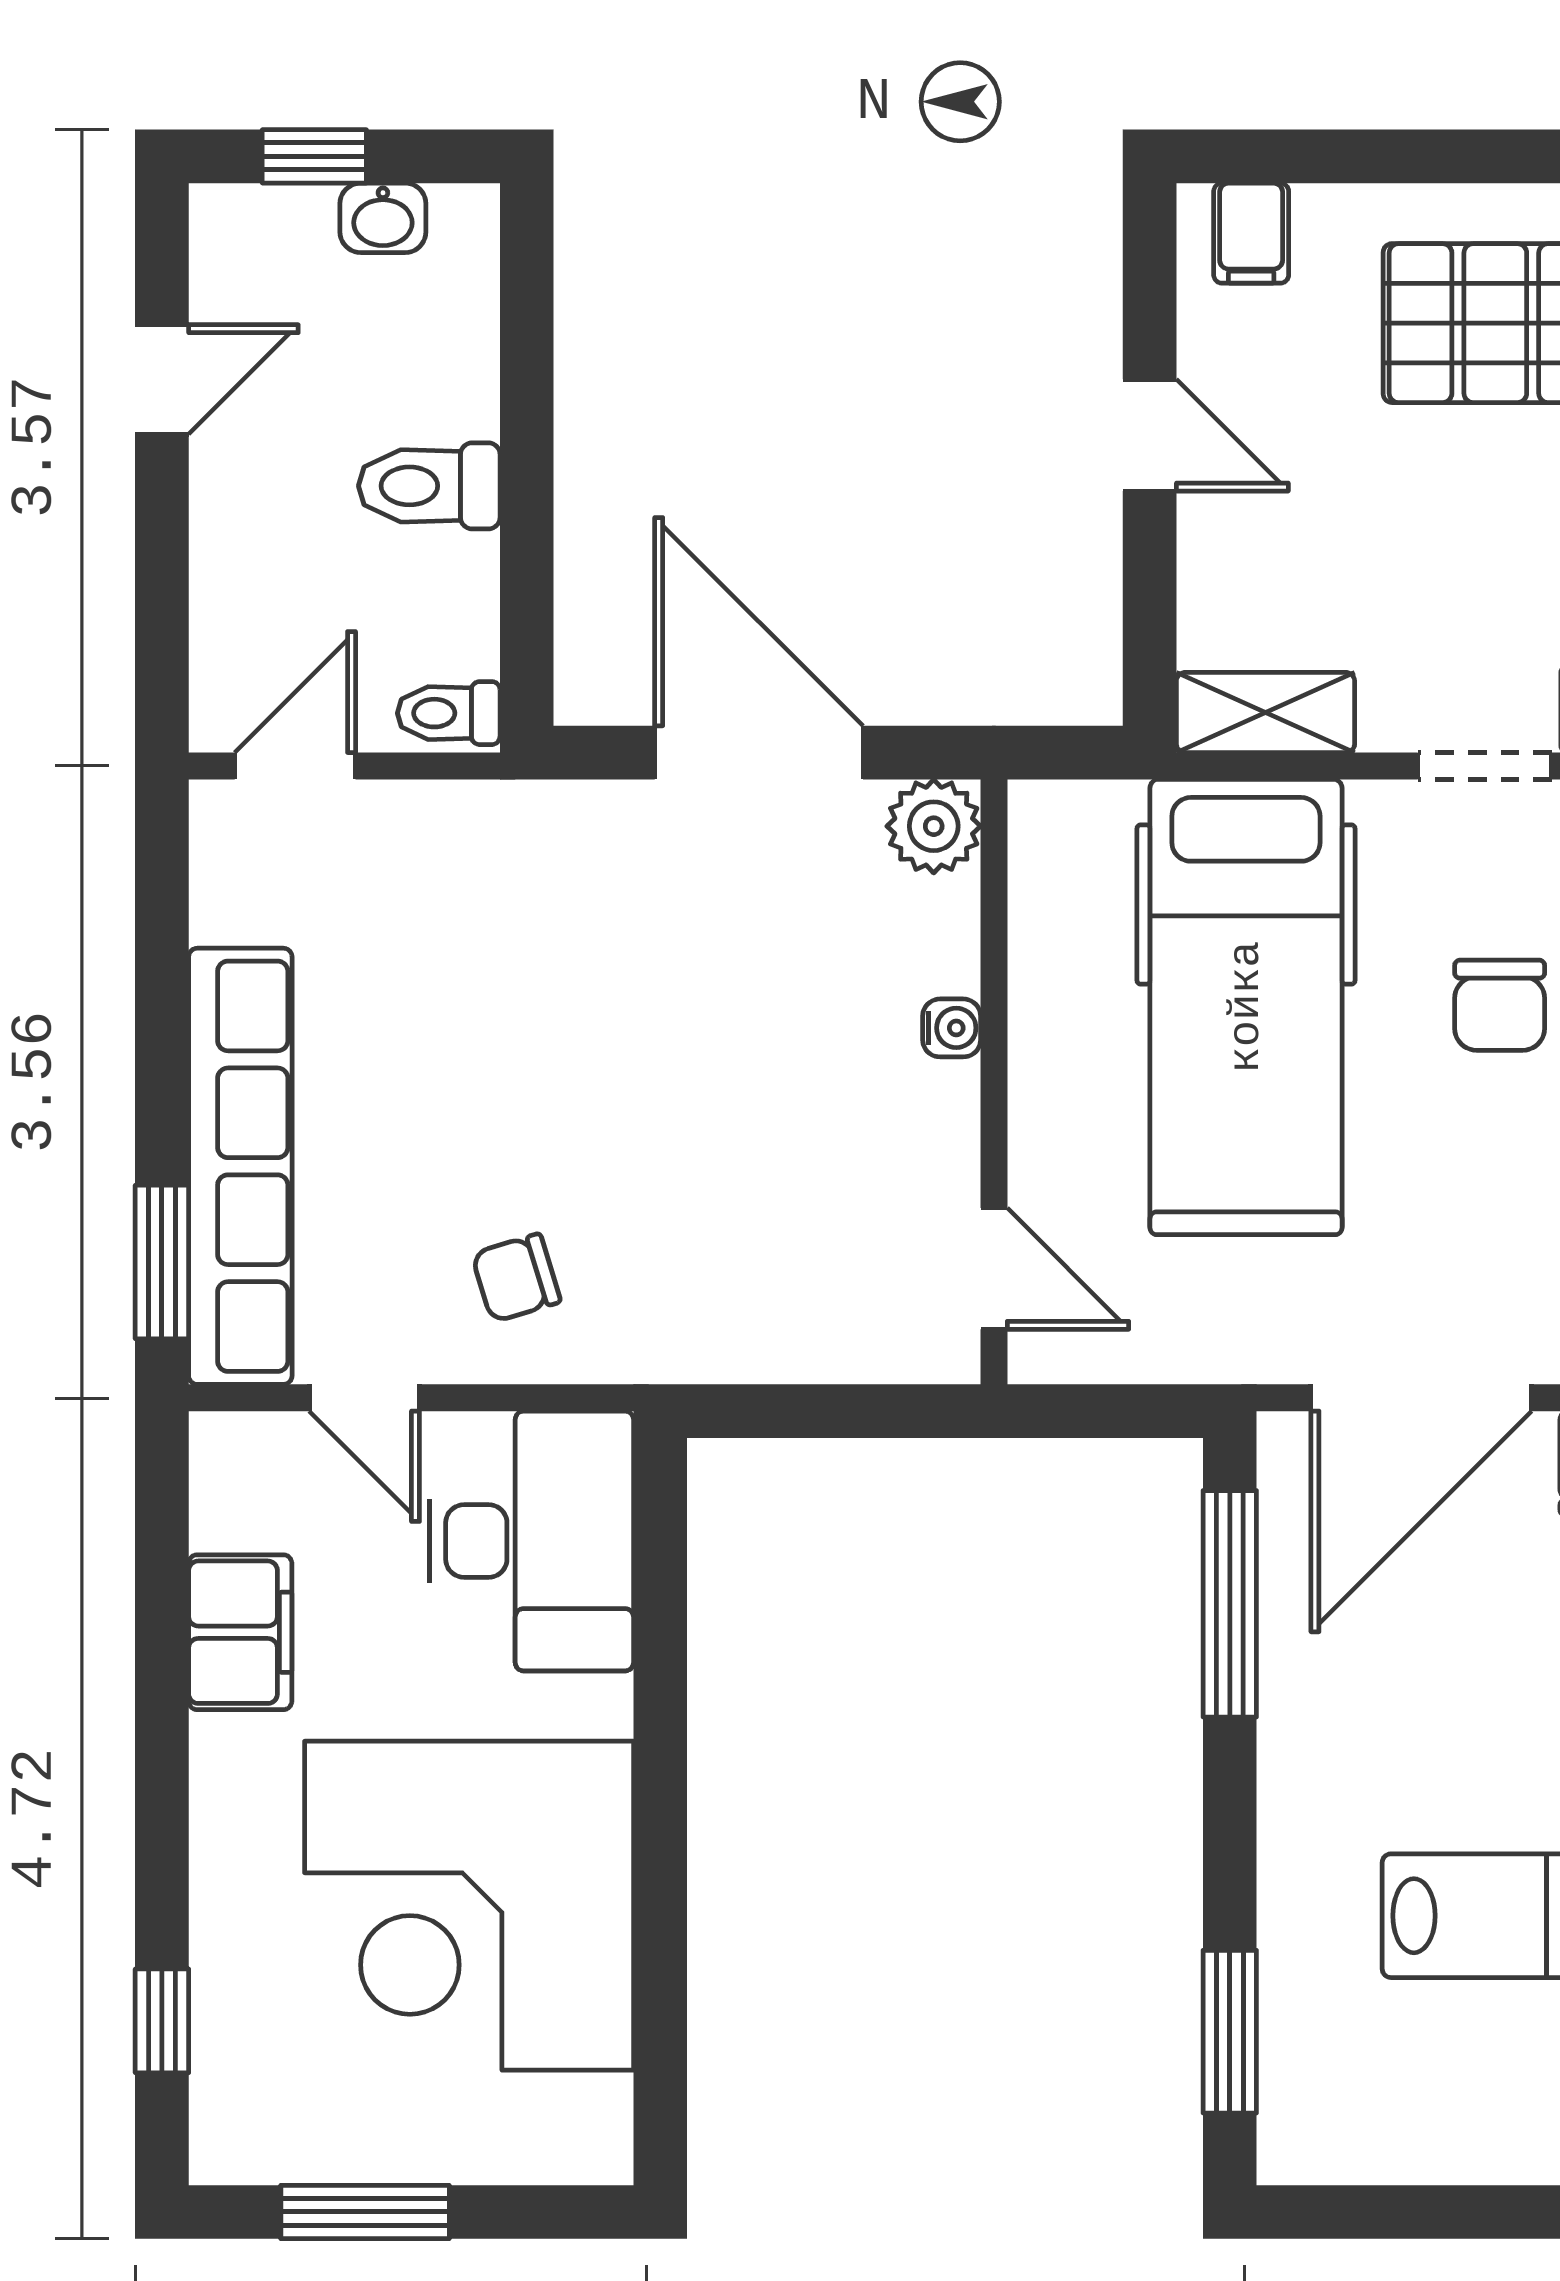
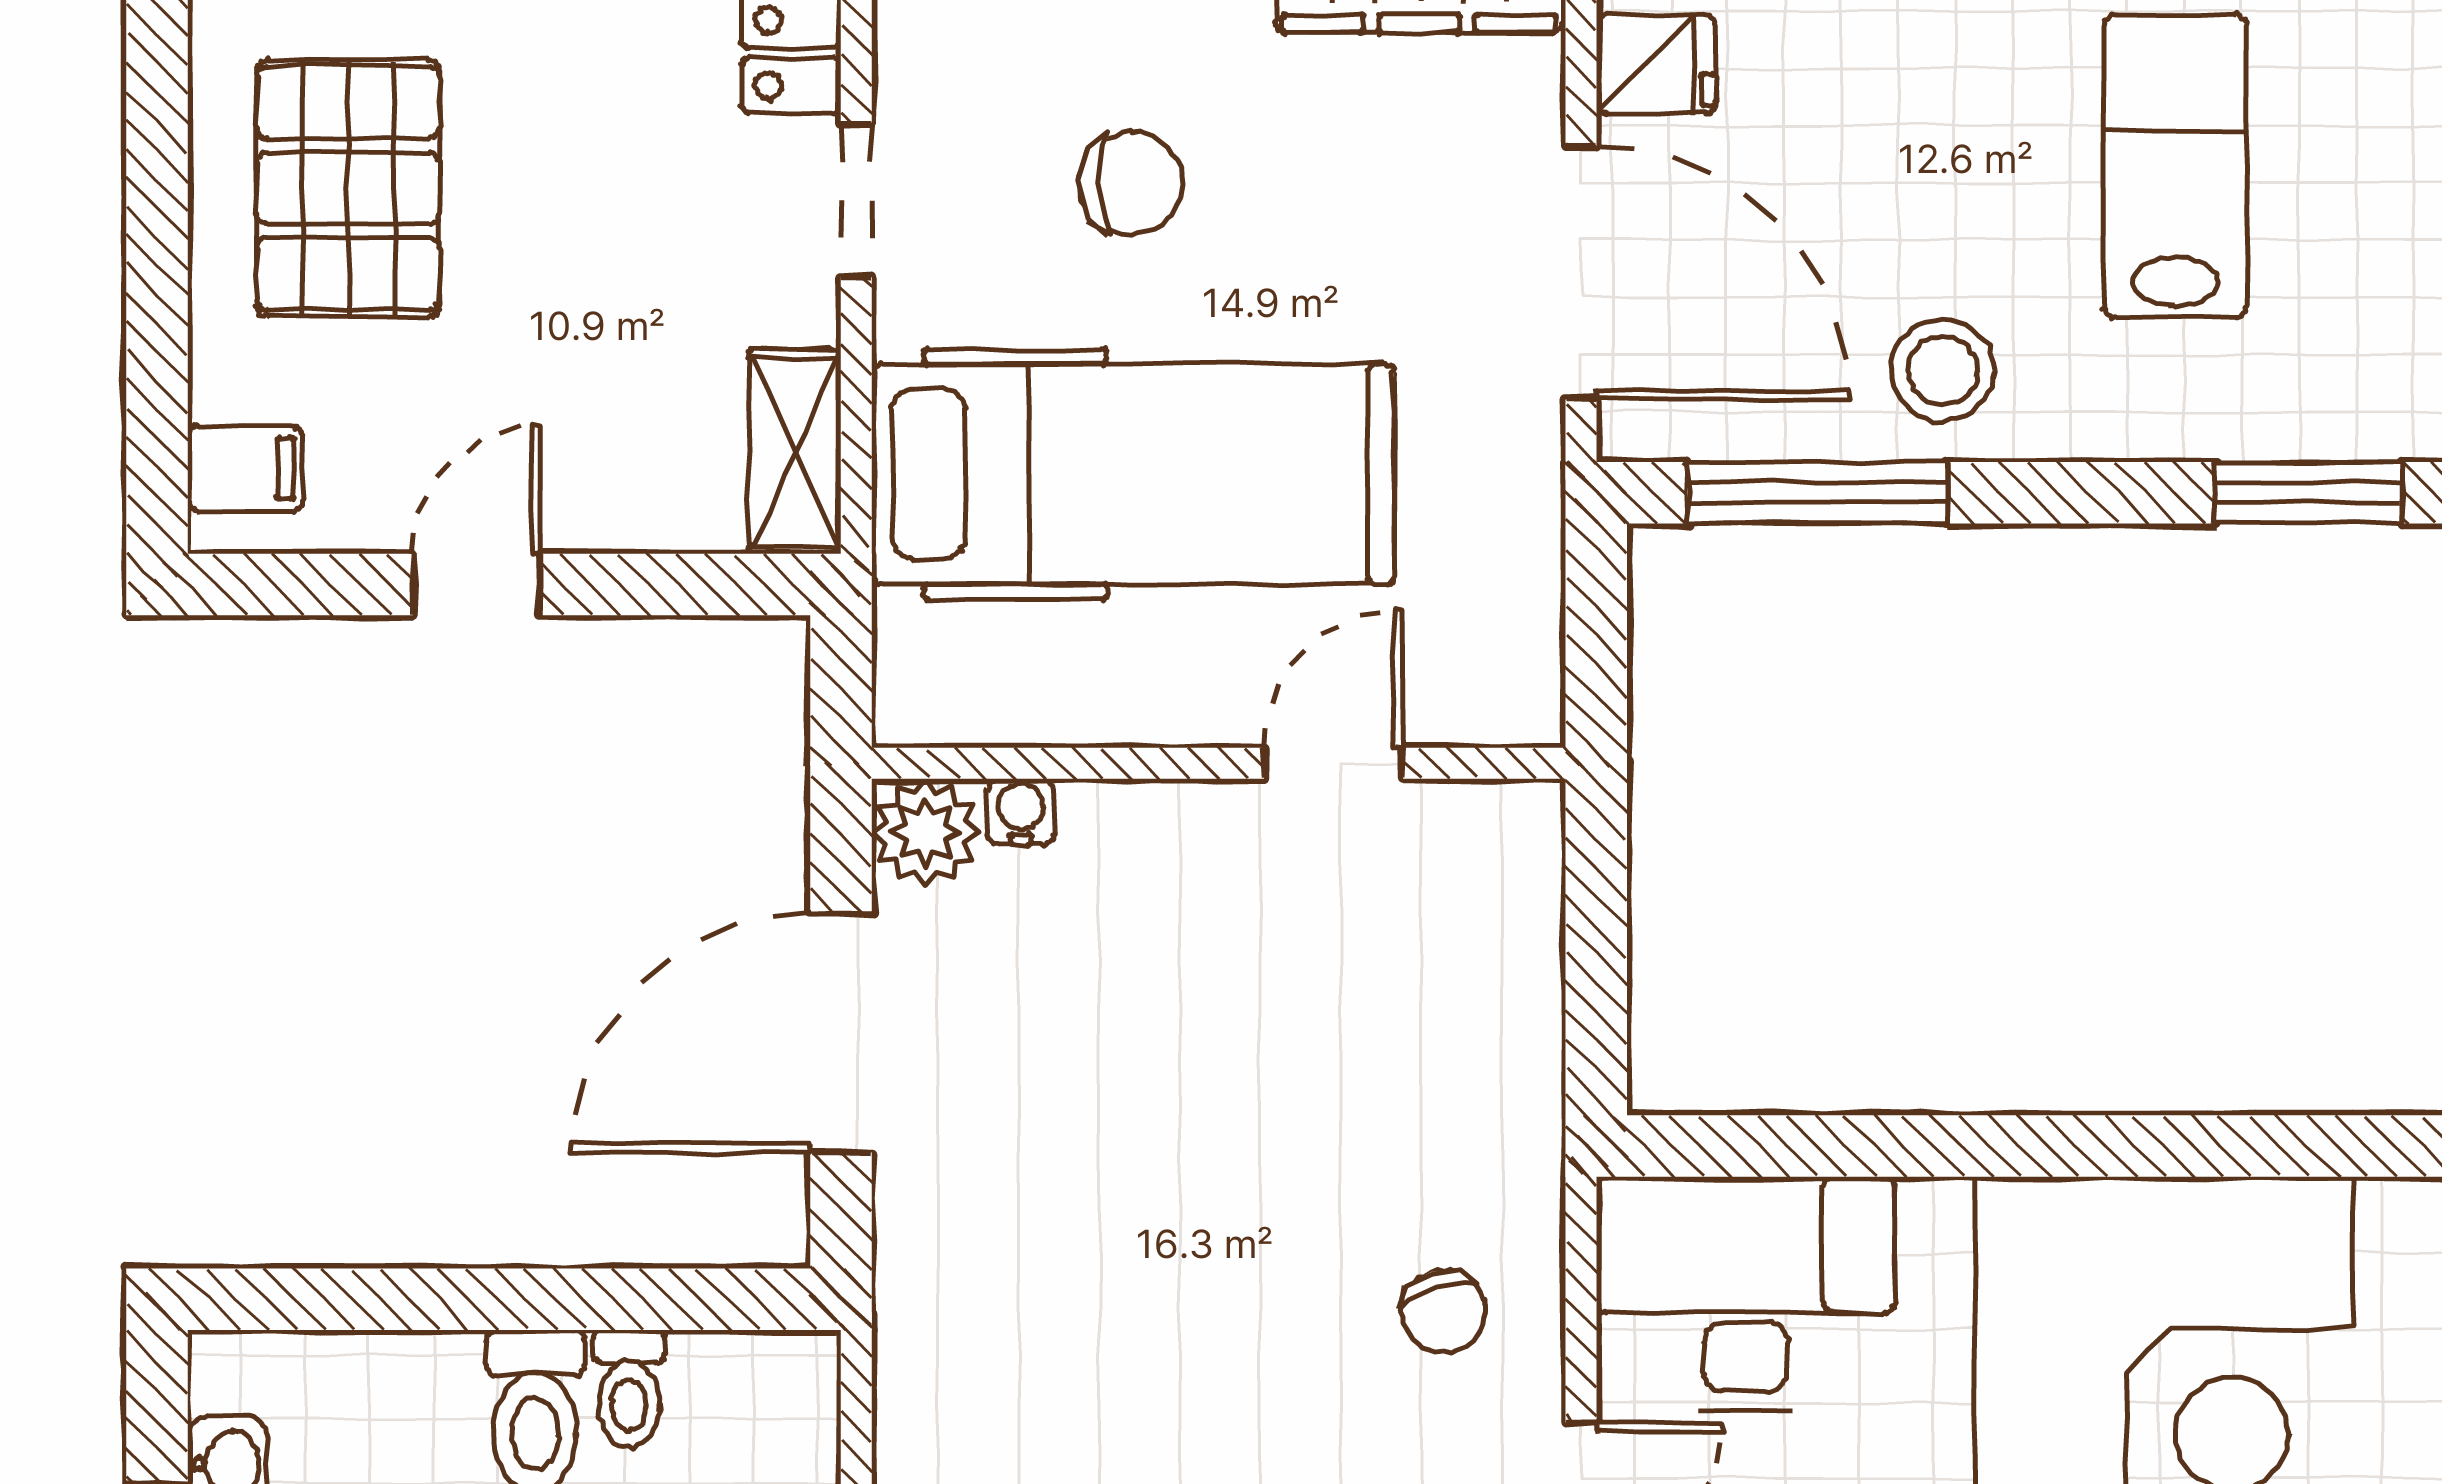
toilet: (449, 713) -> (629, 1389), moved
water cooler: (952, 1028) -> (1021, 812), moved
door: (994, 1269) -> (1333, 763), moved
stool: (1337, 1713) -> (1943, 370), added

